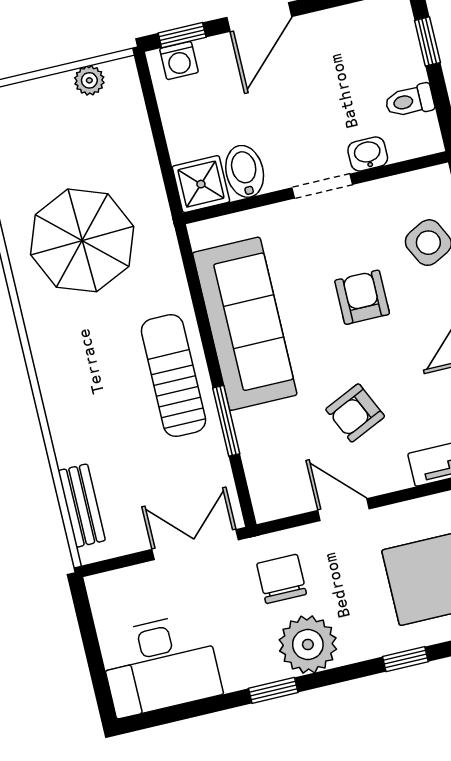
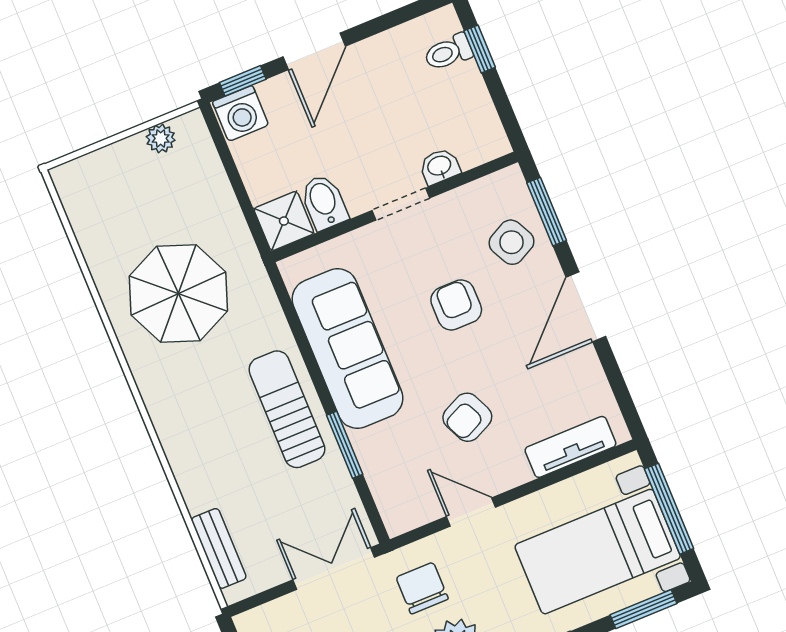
washing machine: (179, 61) -> (240, 113), width x1.38, depth x1.38
toilet: (410, 101) -> (448, 52), moved

